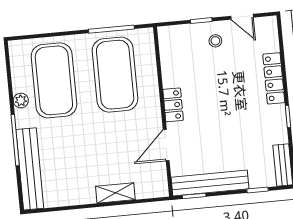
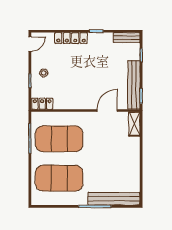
door: (242, 17) -> (30, 44), moved
plant: (21, 101) -> (70, 200), removed
locker: (173, 105) -> (42, 104), moved
door: (166, 145) -> (107, 111), swing flipped
shelving: (115, 193) -> (134, 124), moved

